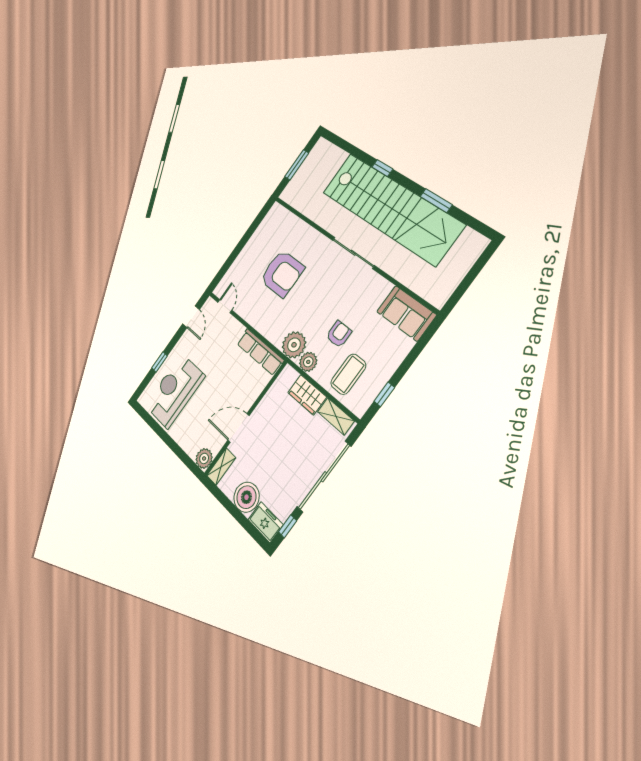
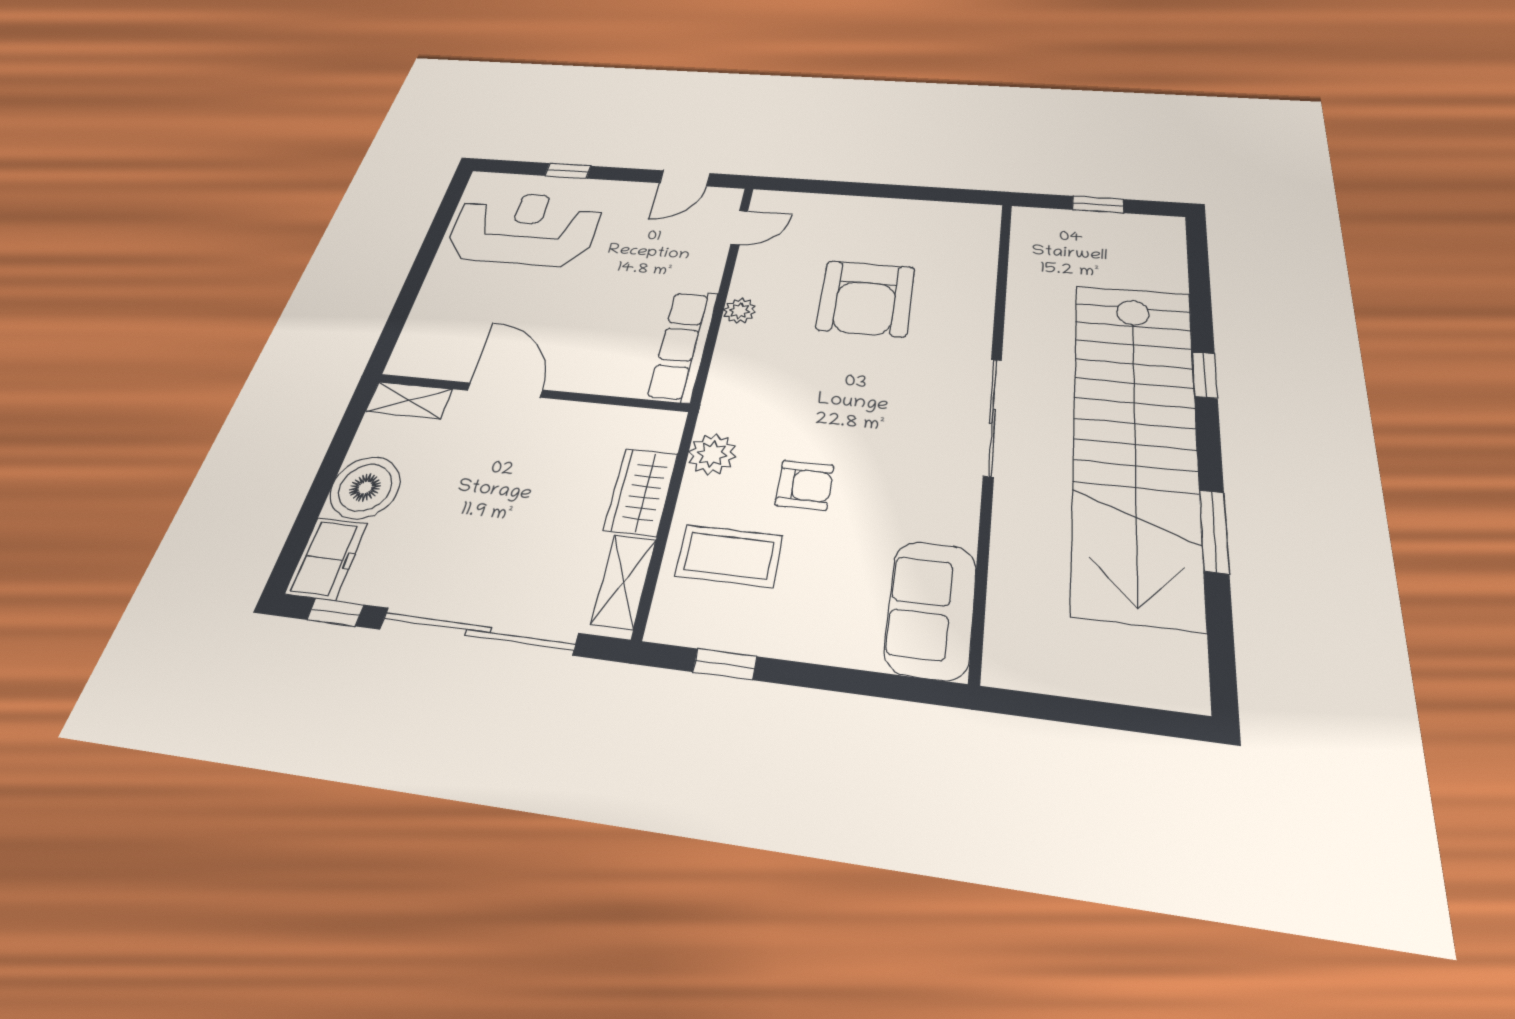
window: (297, 165) -> (1098, 204), width x0.67
plant: (294, 345) -> (740, 311), moved, width x0.53, depth x0.53
plant: (204, 458) -> (412, 357), removed

